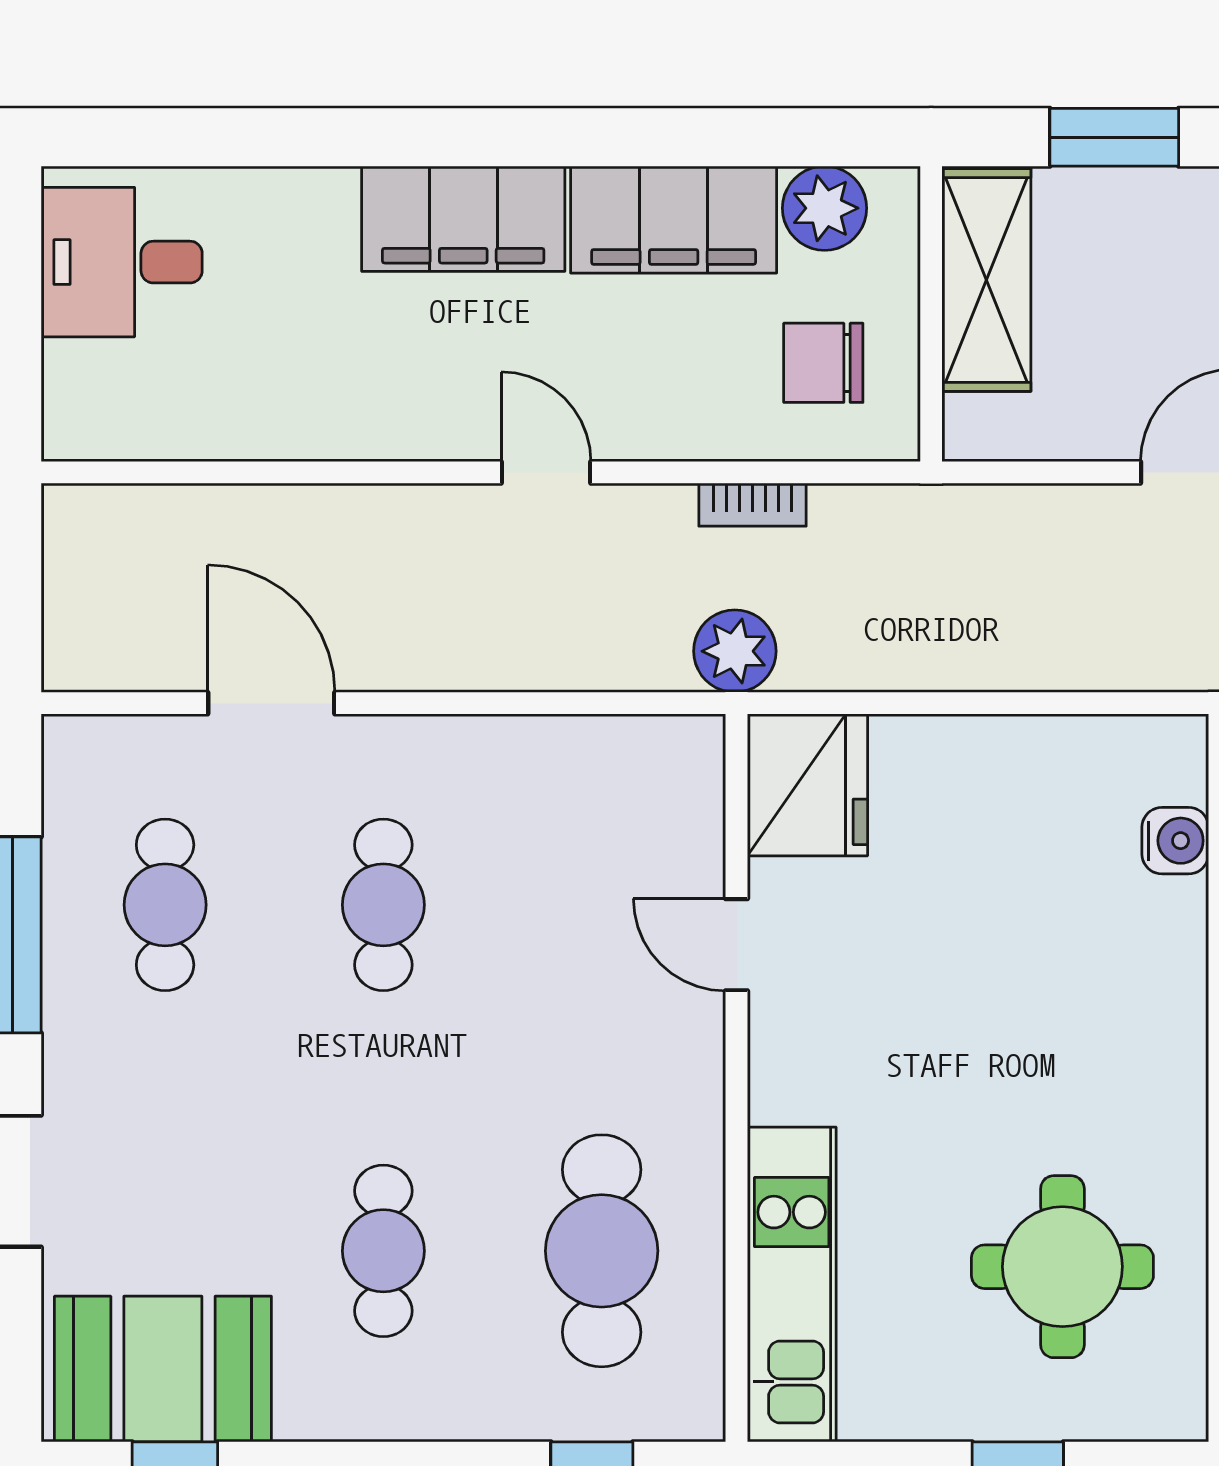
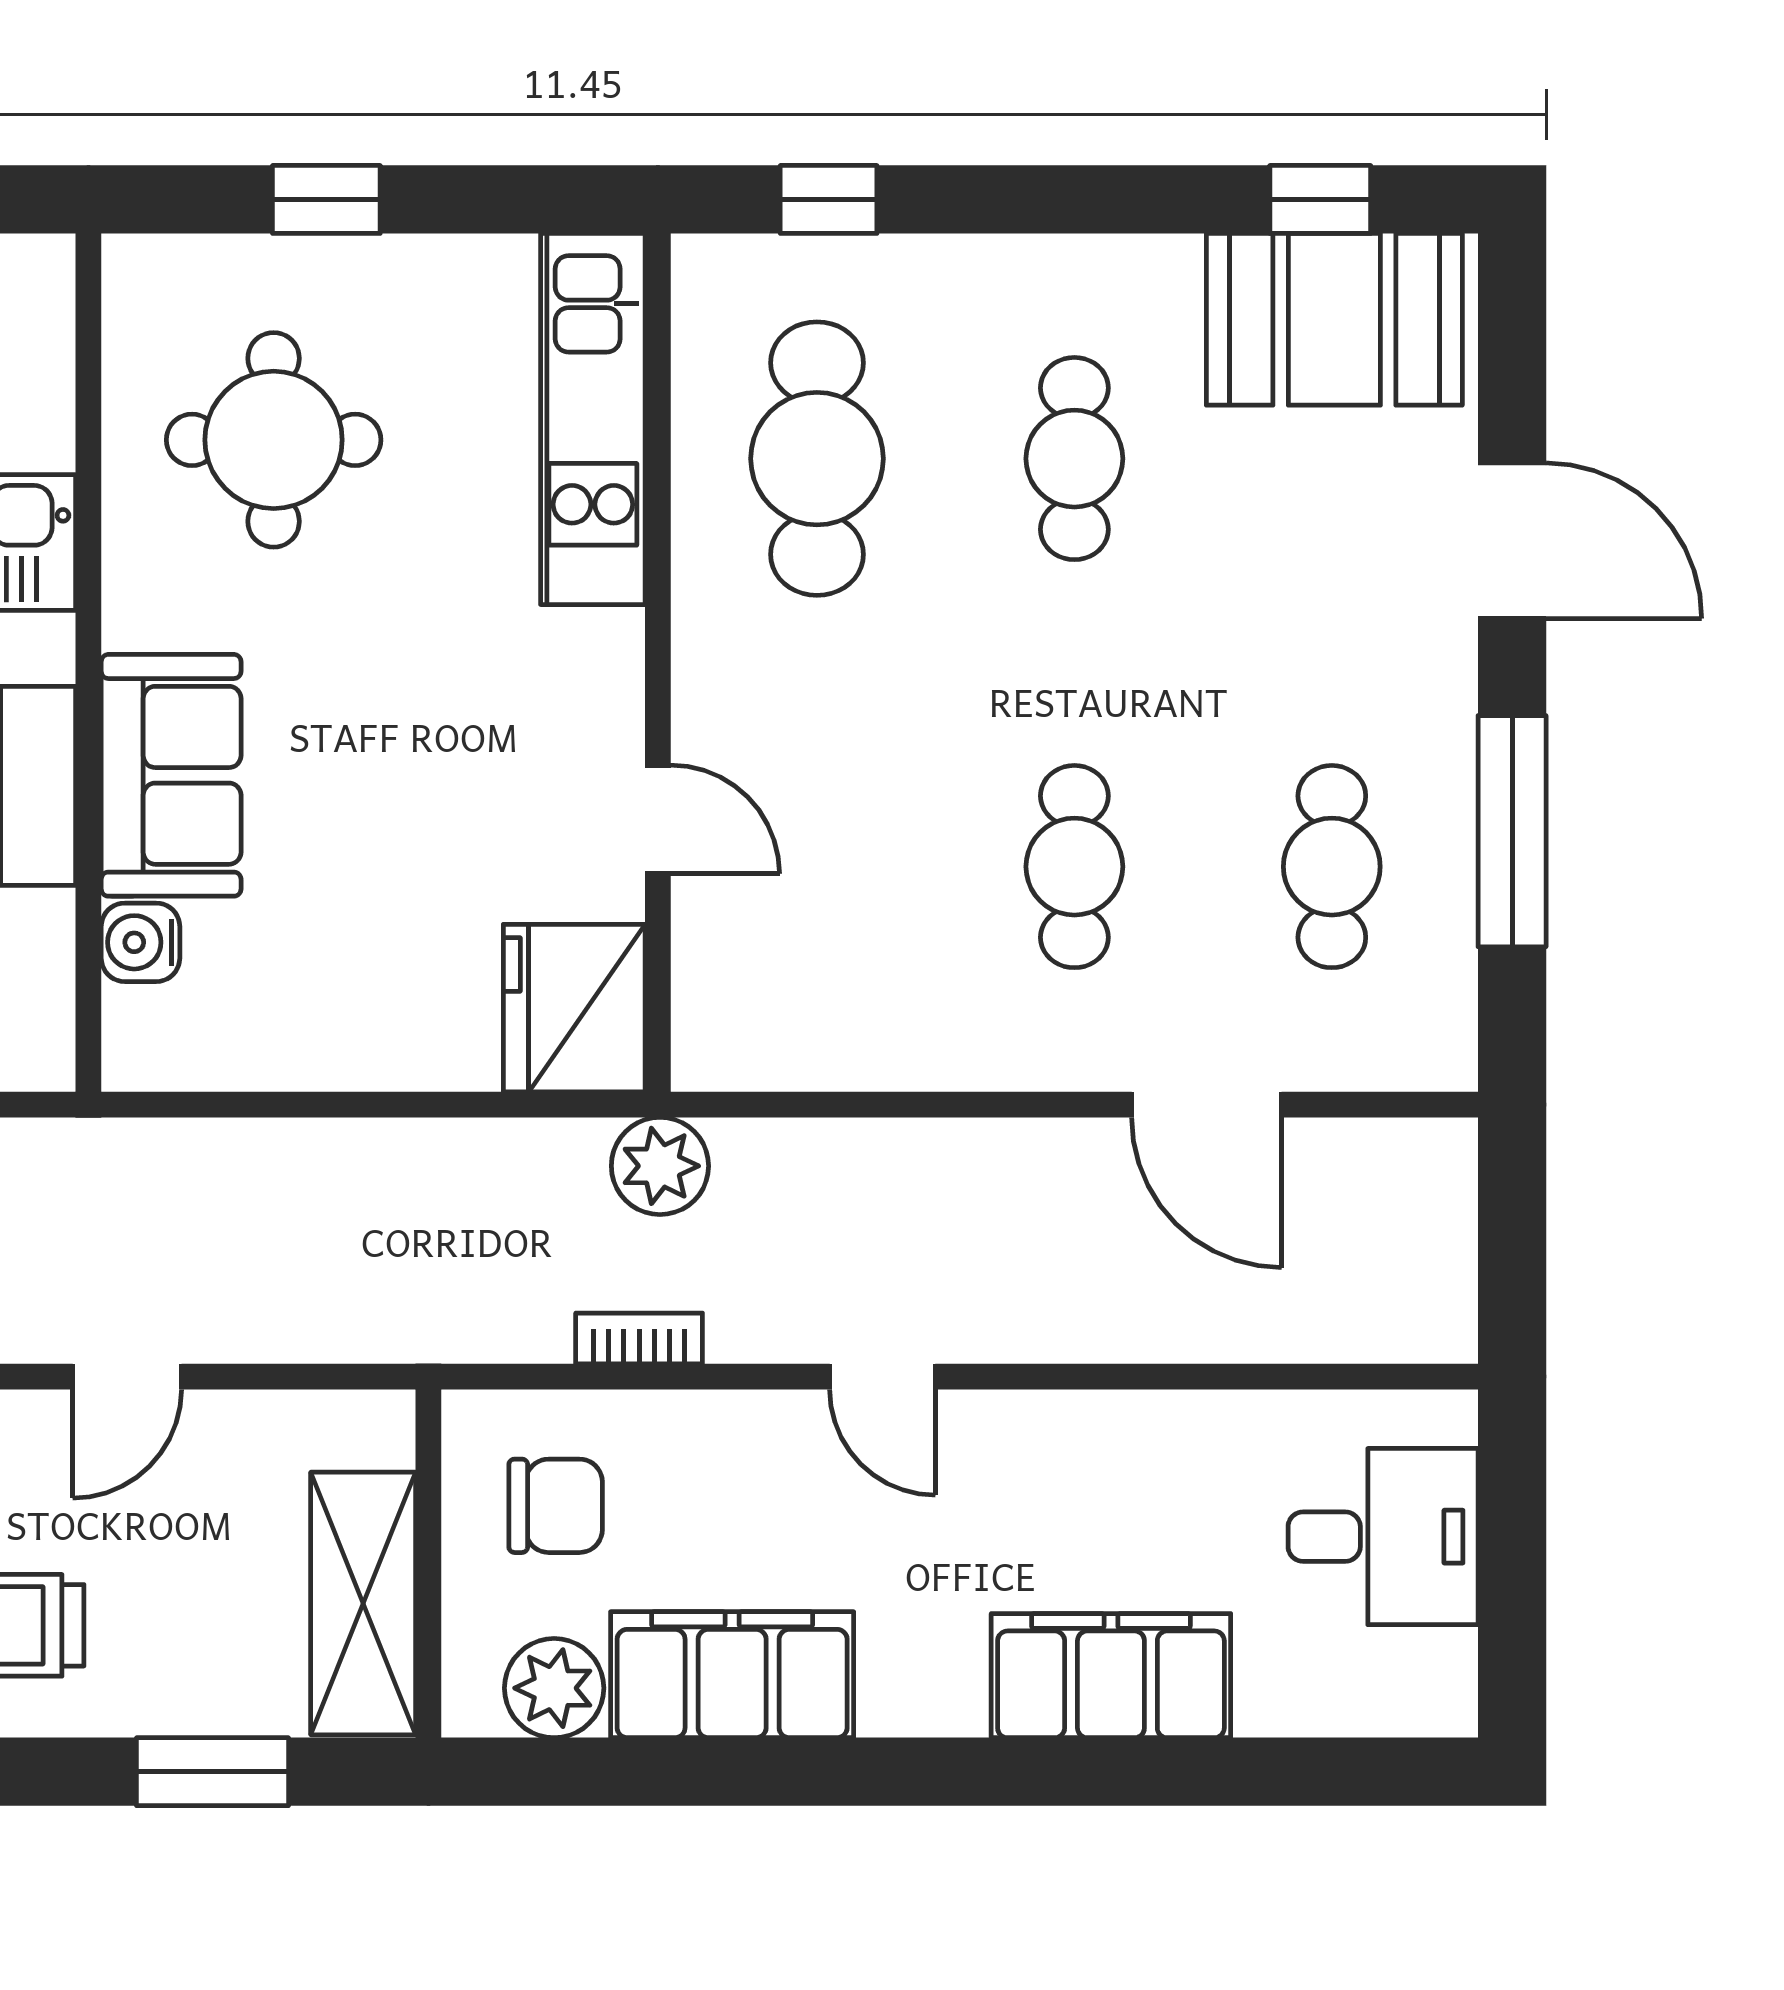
filing cabinet: (463, 219) -> (1111, 1676), moved
desk: (122, 262) -> (1383, 1537), moved
sofa: (1149, 982) -> (171, 775), added

